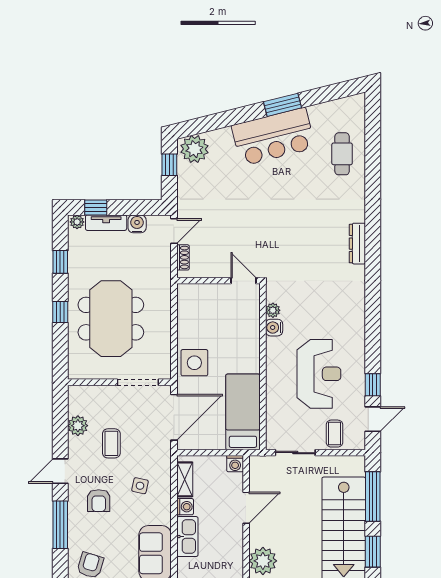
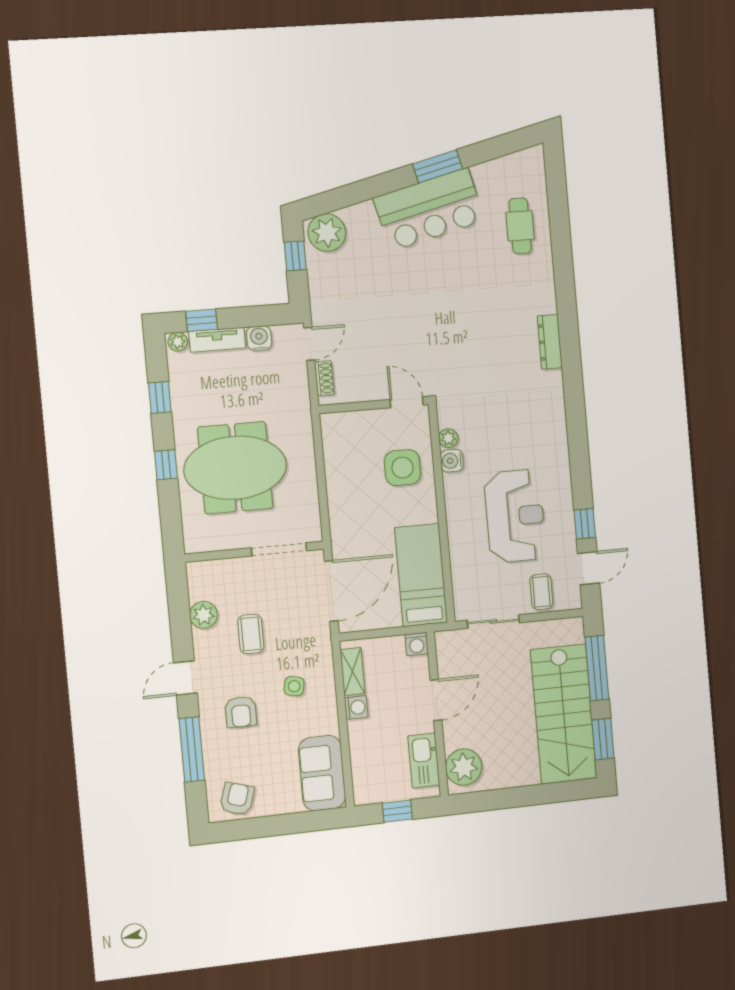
meeting table: (111, 319) -> (235, 468), turned 90
side table: (194, 363) -> (402, 468), moved
kitchen sink: (187, 537) -> (424, 760), moved, turned 180

